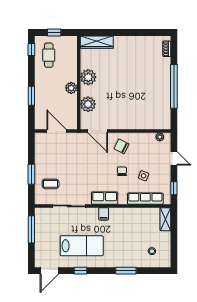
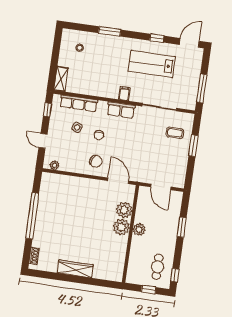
wardrobe: (97, 42) -> (75, 269), moved
plant: (88, 77) -> (121, 227), moved

